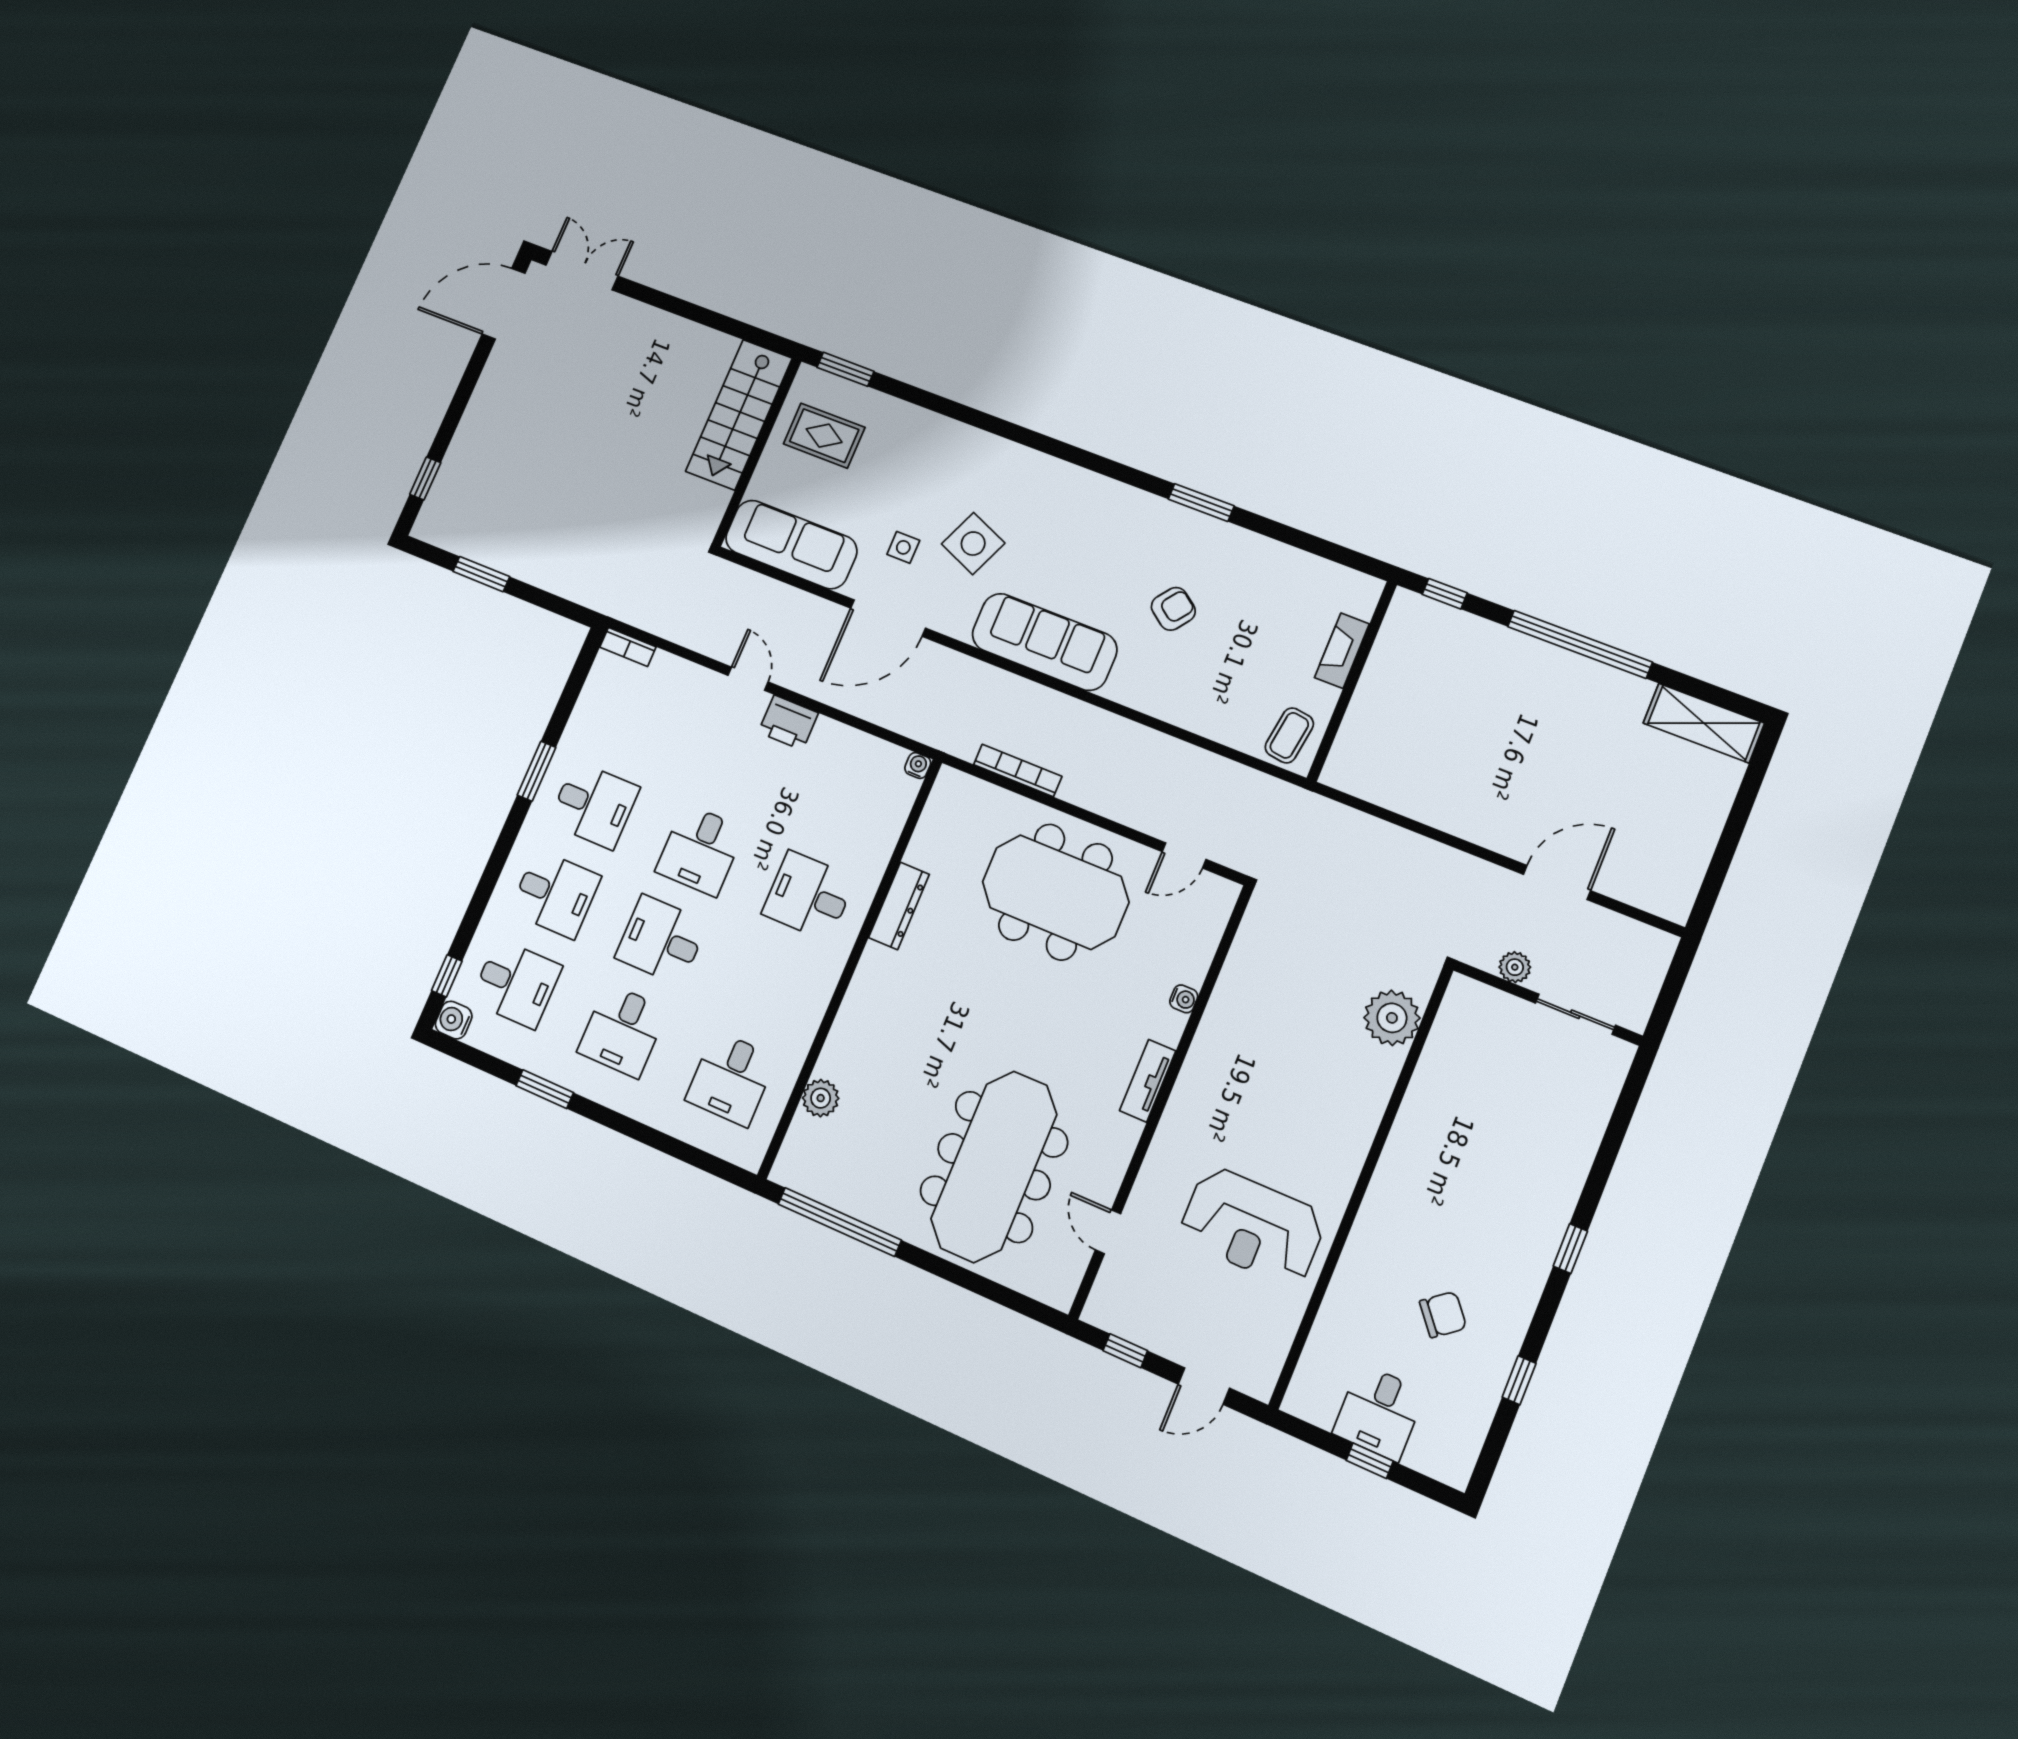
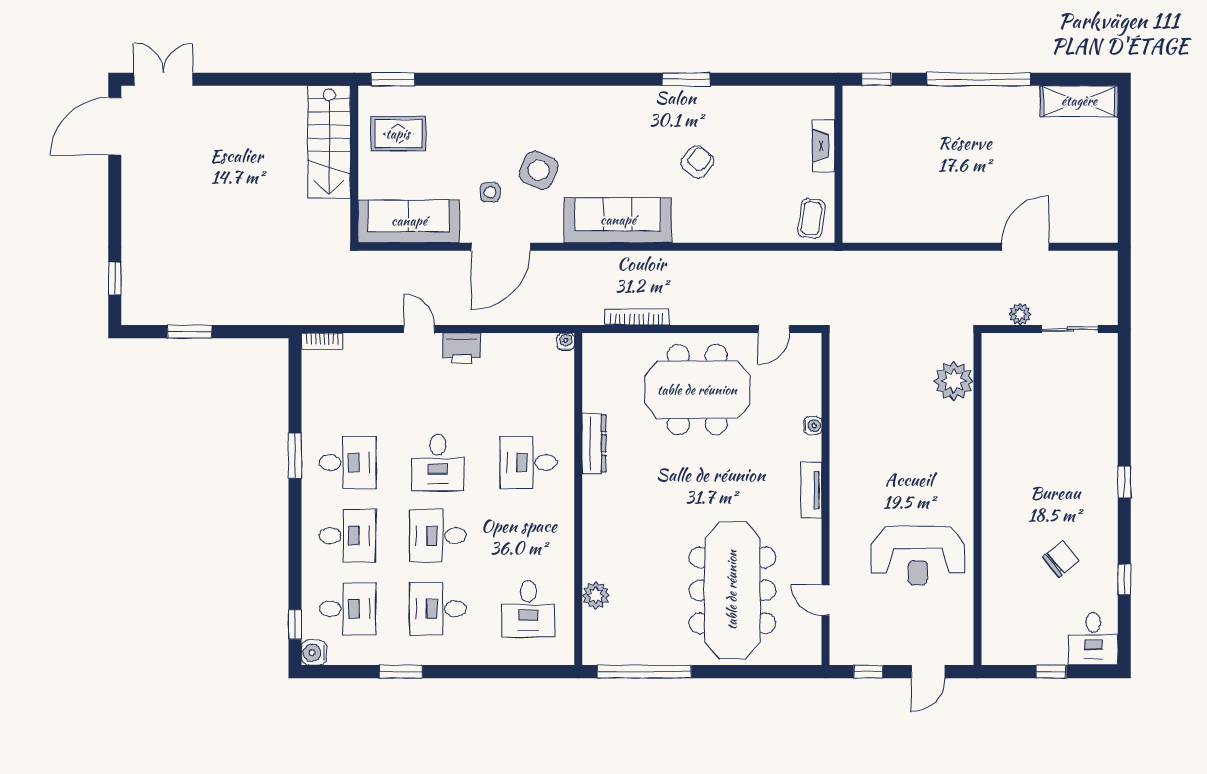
desk: (623, 1031) -> (438, 609), turned 90
desk: (1379, 1412) -> (1093, 639), moved

